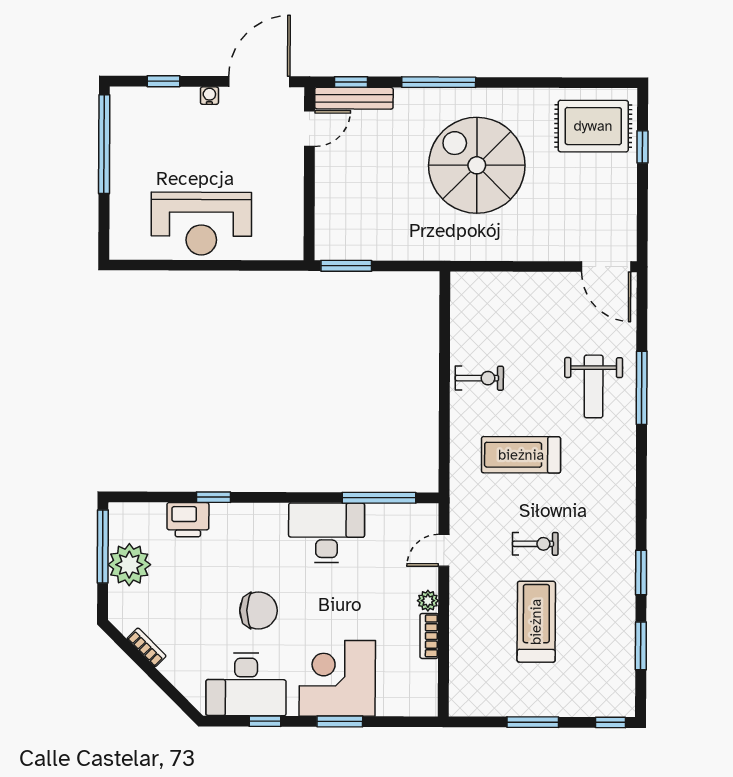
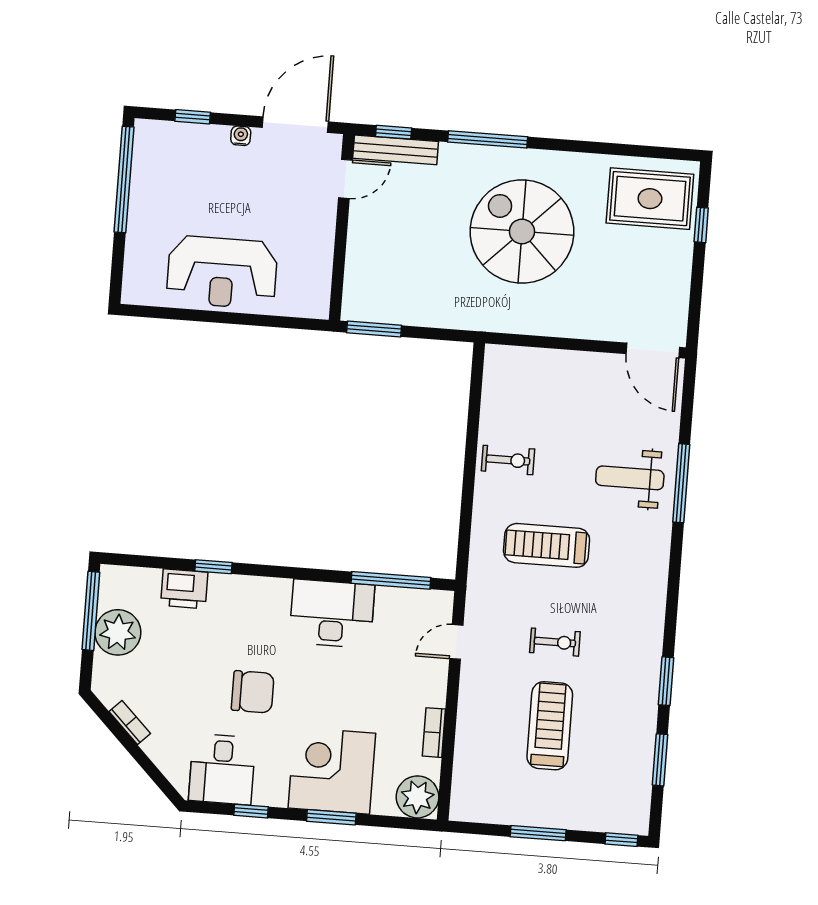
weight bench: (594, 386) -> (630, 478), turned 90
plant: (428, 601) -> (418, 797), moved, width x1.87, depth x1.87
desk: (246, 684) -> (222, 769), width x0.73

